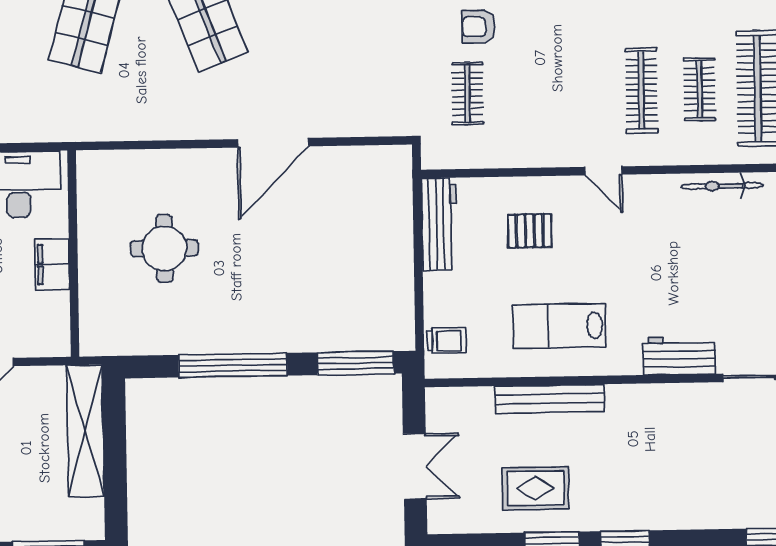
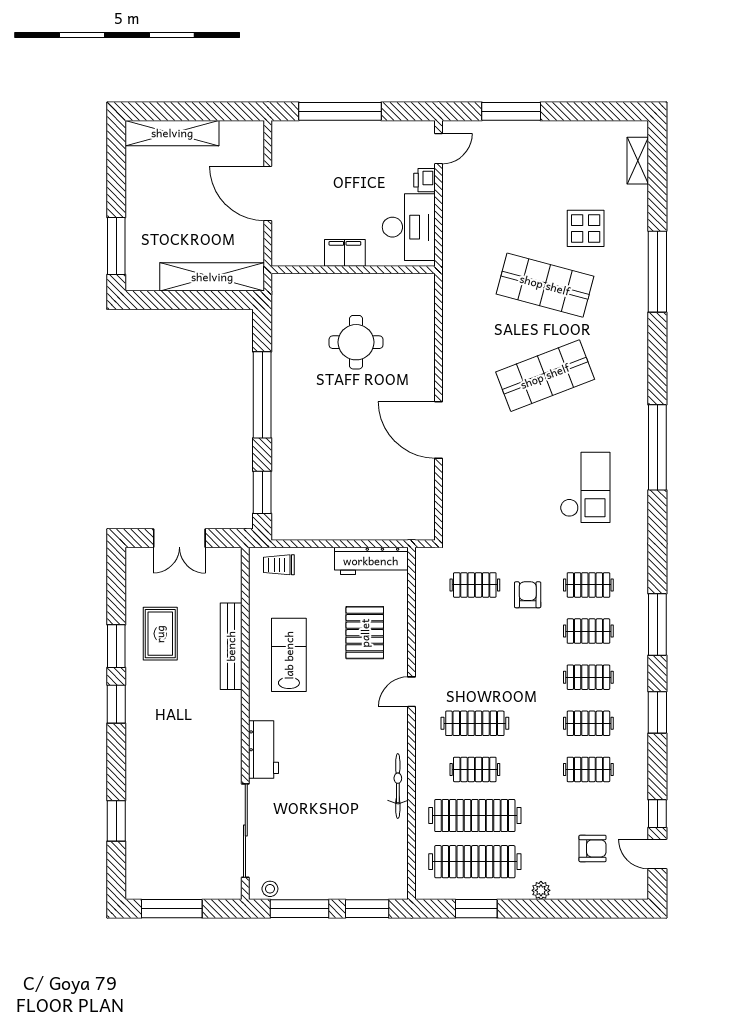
pallet: (530, 231) -> (365, 633), width x1.50, depth x1.42
trolley: (446, 341) -> (279, 565), turned 90
window: (356, 363) -> (262, 492), width x0.69

